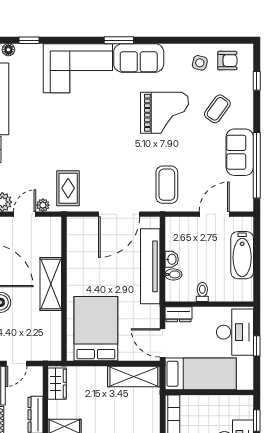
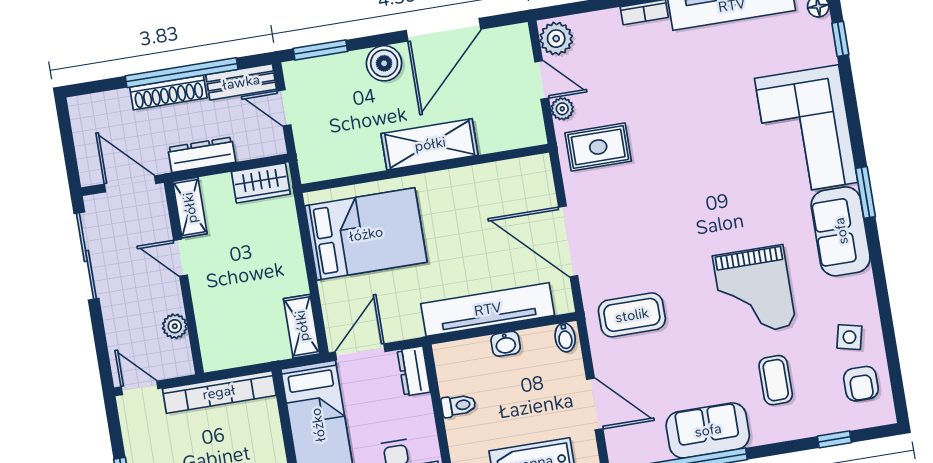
coffee table: (217, 109) -> (776, 380), turned 54
bidet: (173, 274) -> (565, 337), moved
shelving: (134, 376) -> (302, 326), width x0.67, depth x0.75

